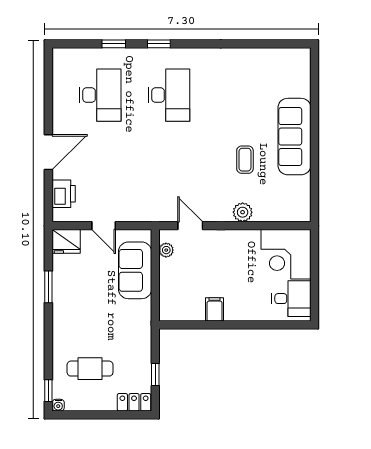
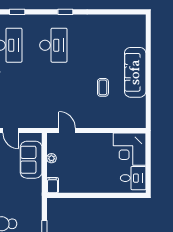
window: (159, 44) -> (65, 12), moved
plant: (243, 212) -> (101, 122), removed
plant: (166, 250) -> (51, 158), moved
filing cabinet: (215, 309) -> (53, 185), moved

